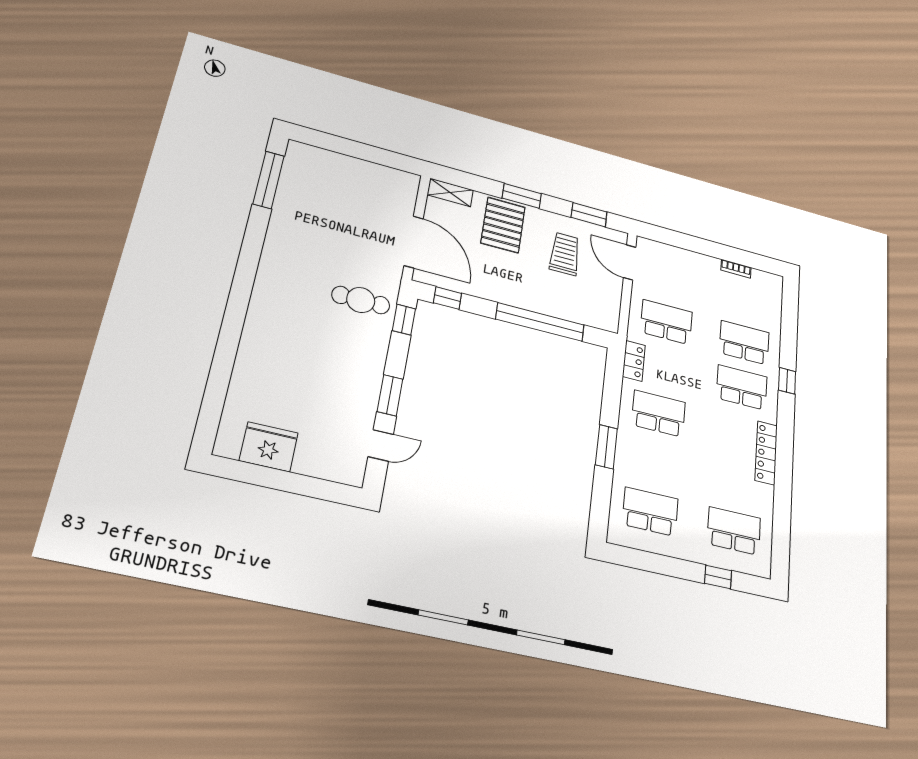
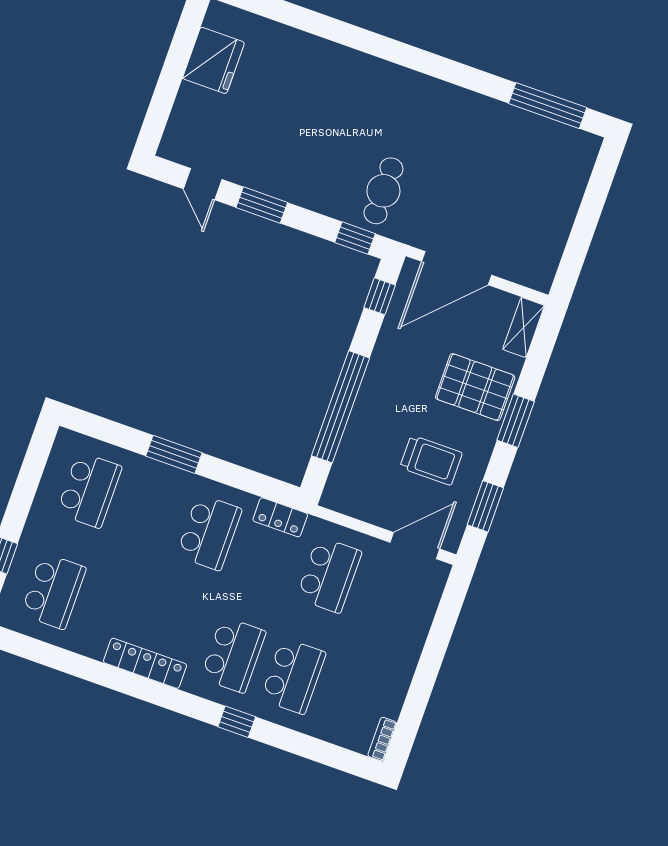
bookcase: (736, 269) -> (382, 739), moved

